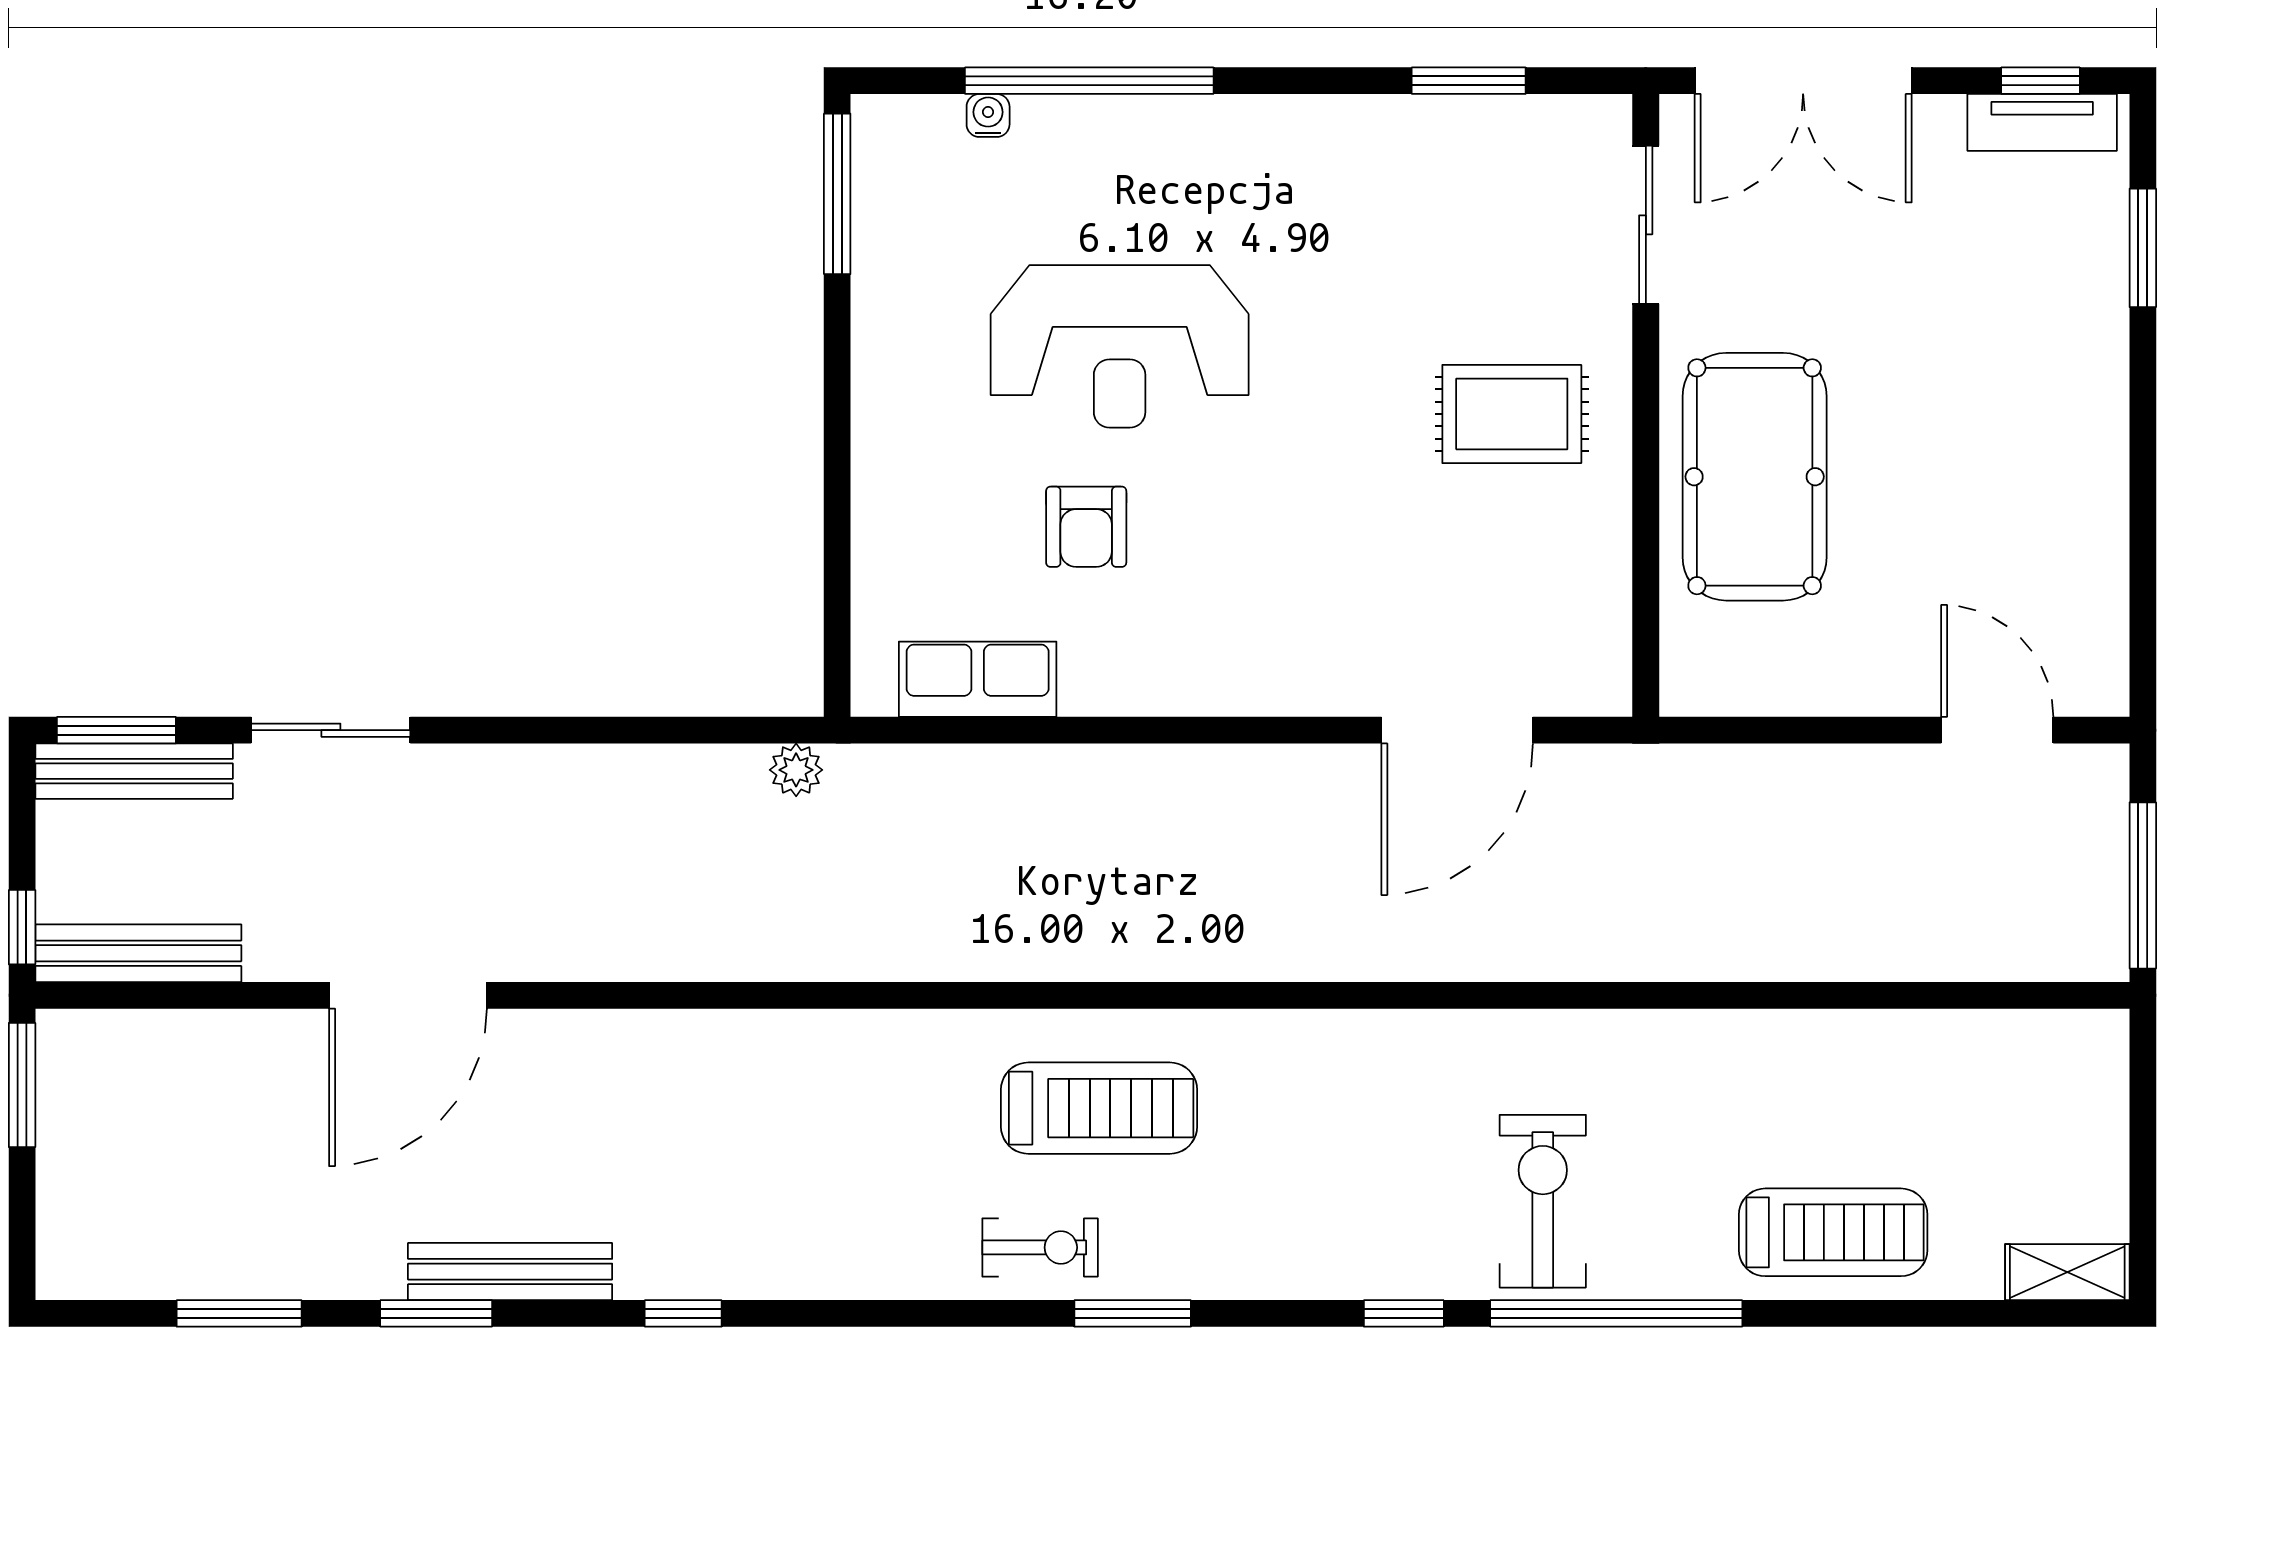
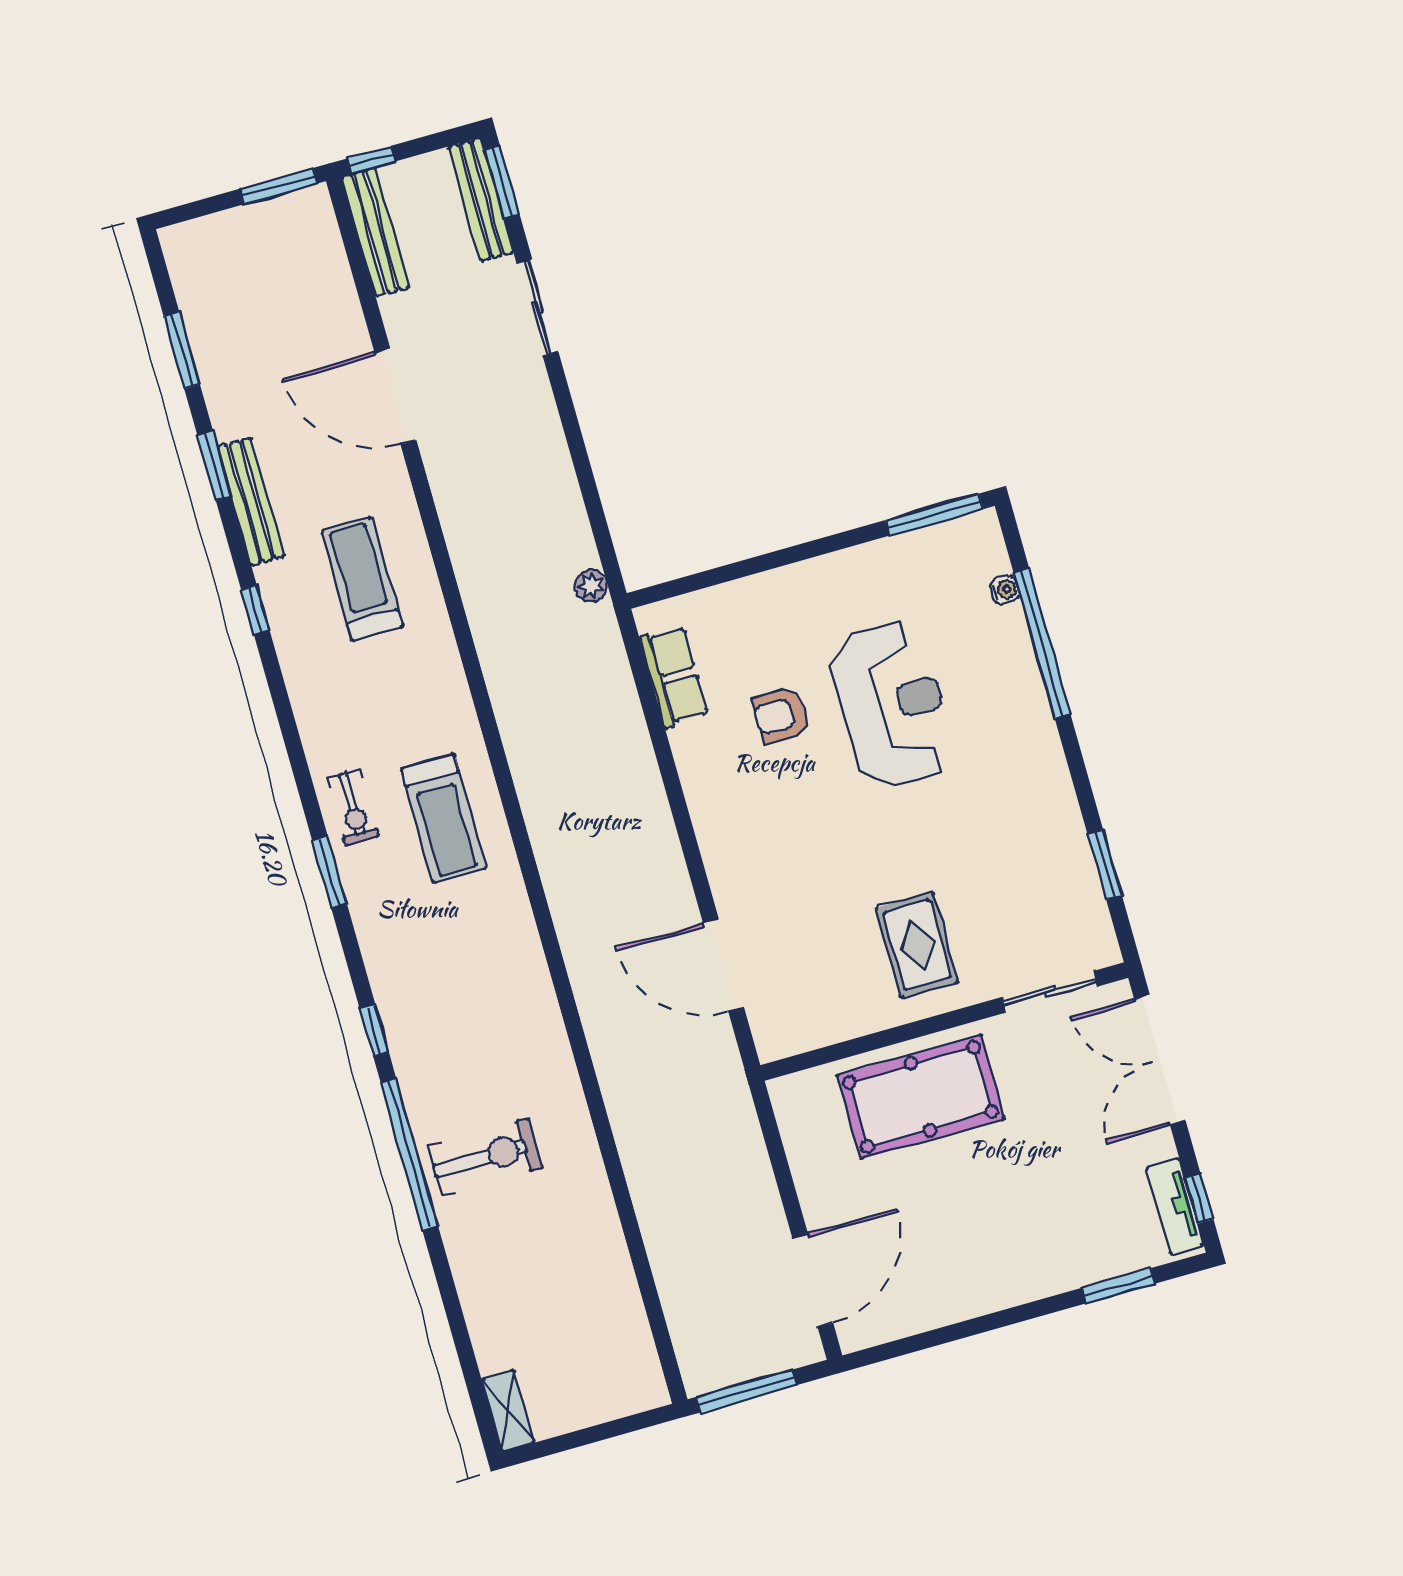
reception desk: (1120, 346) -> (892, 705), turned 180
door: (1997, 730) -> (813, 1280), width x1.36
exercise bike: (1543, 1201) -> (485, 1157), moved
treadmill: (1833, 1232) -> (362, 579), moved, turned 180

